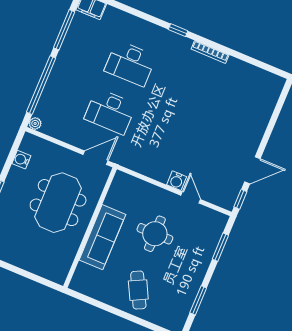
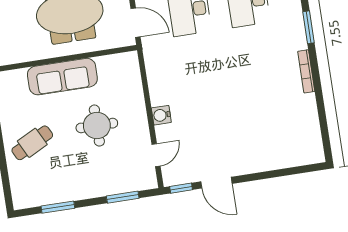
window: (178, 30) -> (308, 27), width x1.50
door: (191, 197) -> (156, 155), moved

